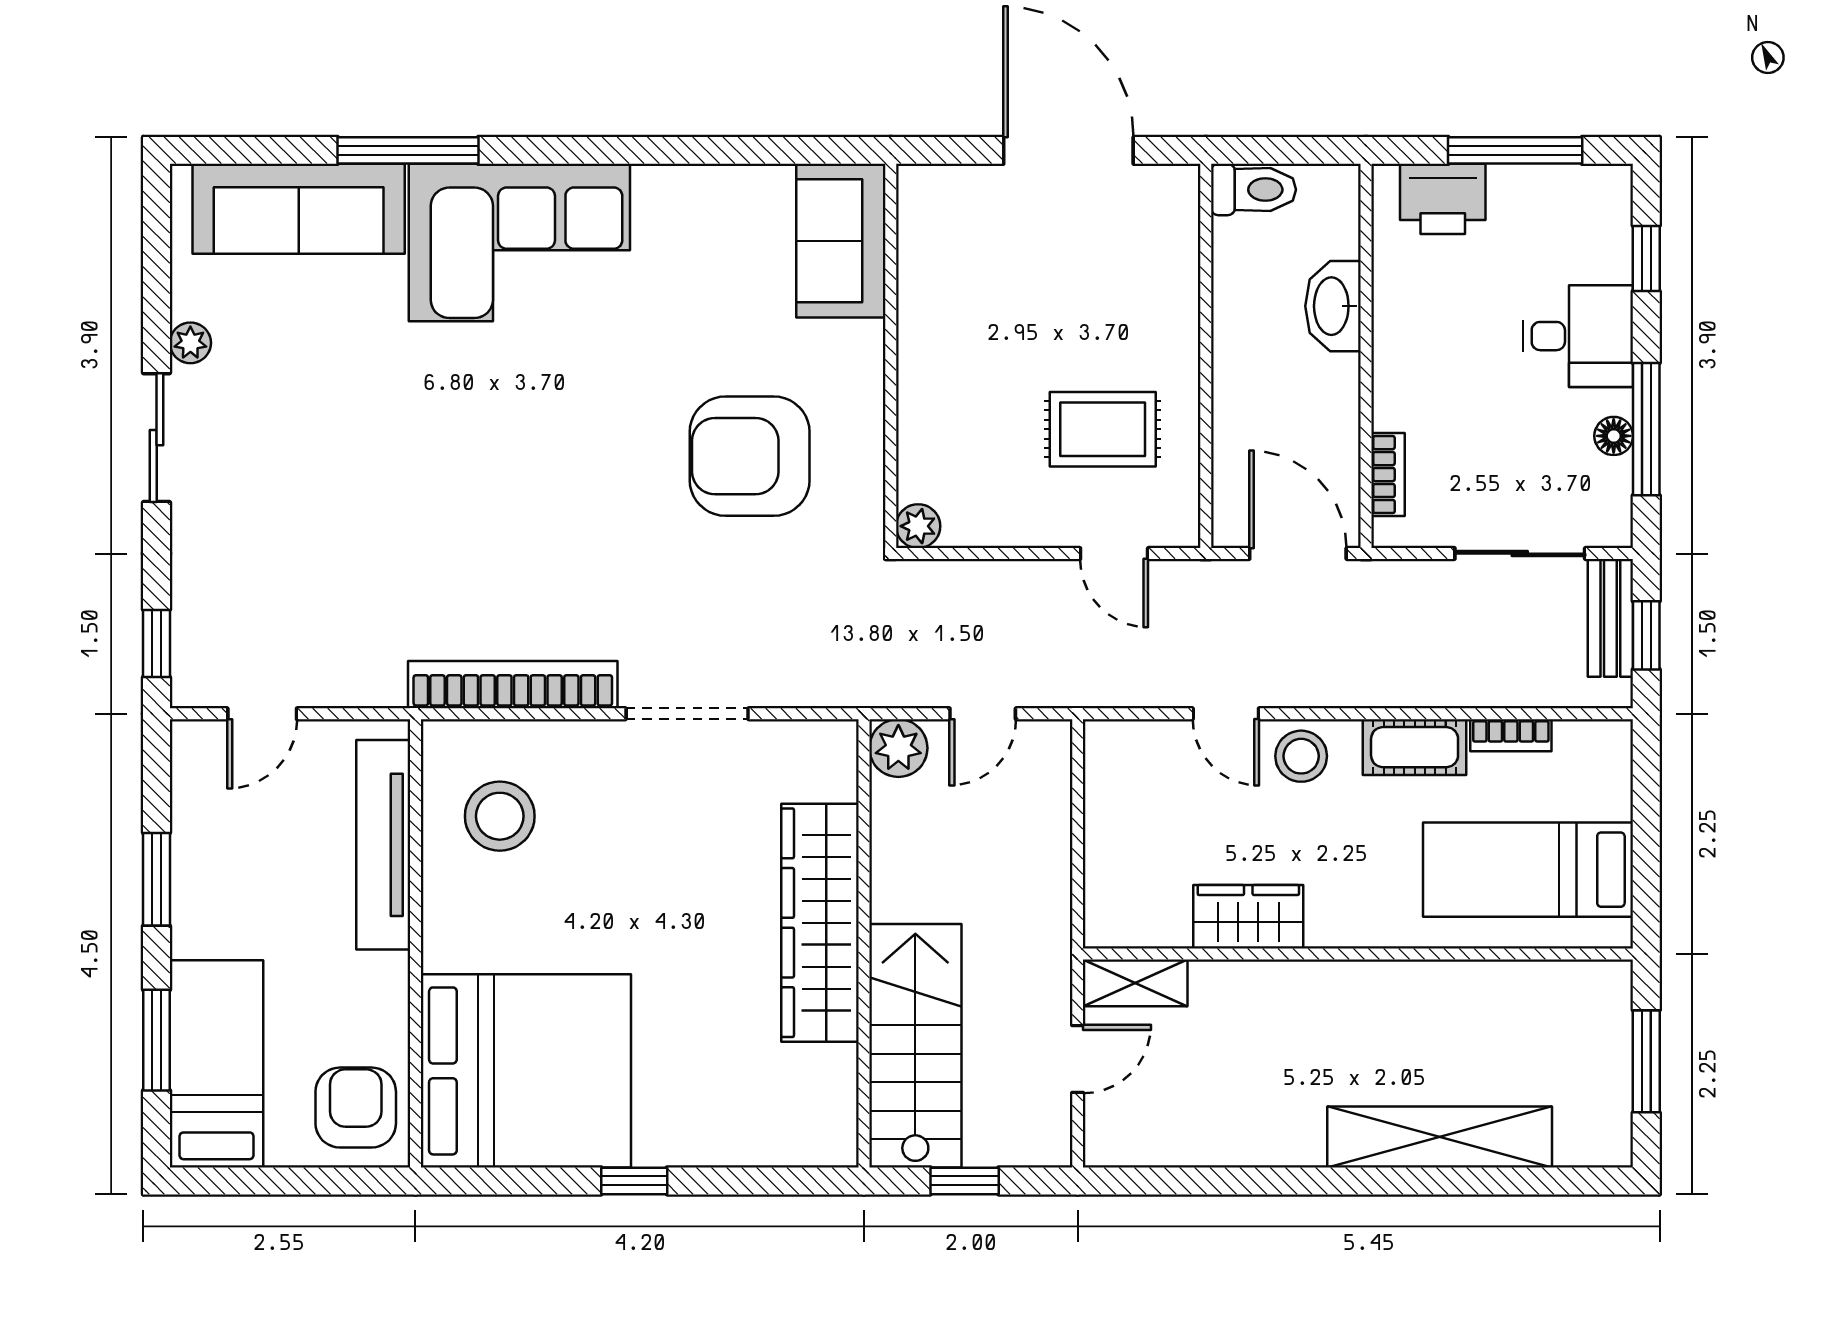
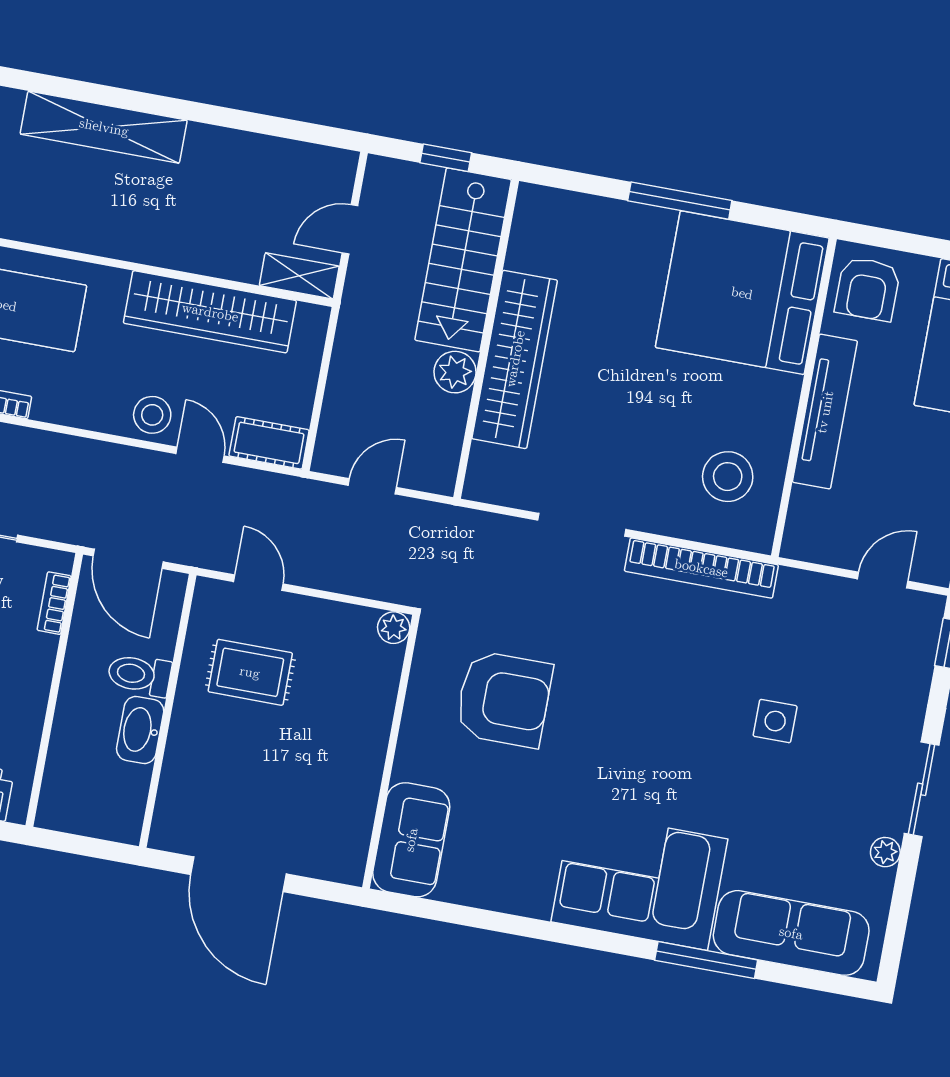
toilet: (1253, 190) -> (139, 675), moved
washbasin: (1333, 306) -> (140, 730), moved, turned 180
side table: (374, 494) -> (775, 721), added
cot: (1415, 747) -> (269, 443), moved
plant: (898, 748) -> (455, 372), moved
tv unit: (383, 845) -> (825, 412), moved
wardrobe: (1248, 917) -> (210, 312), width x2.10, depth x1.17
window: (634, 1181) -> (680, 201), width x2.17

